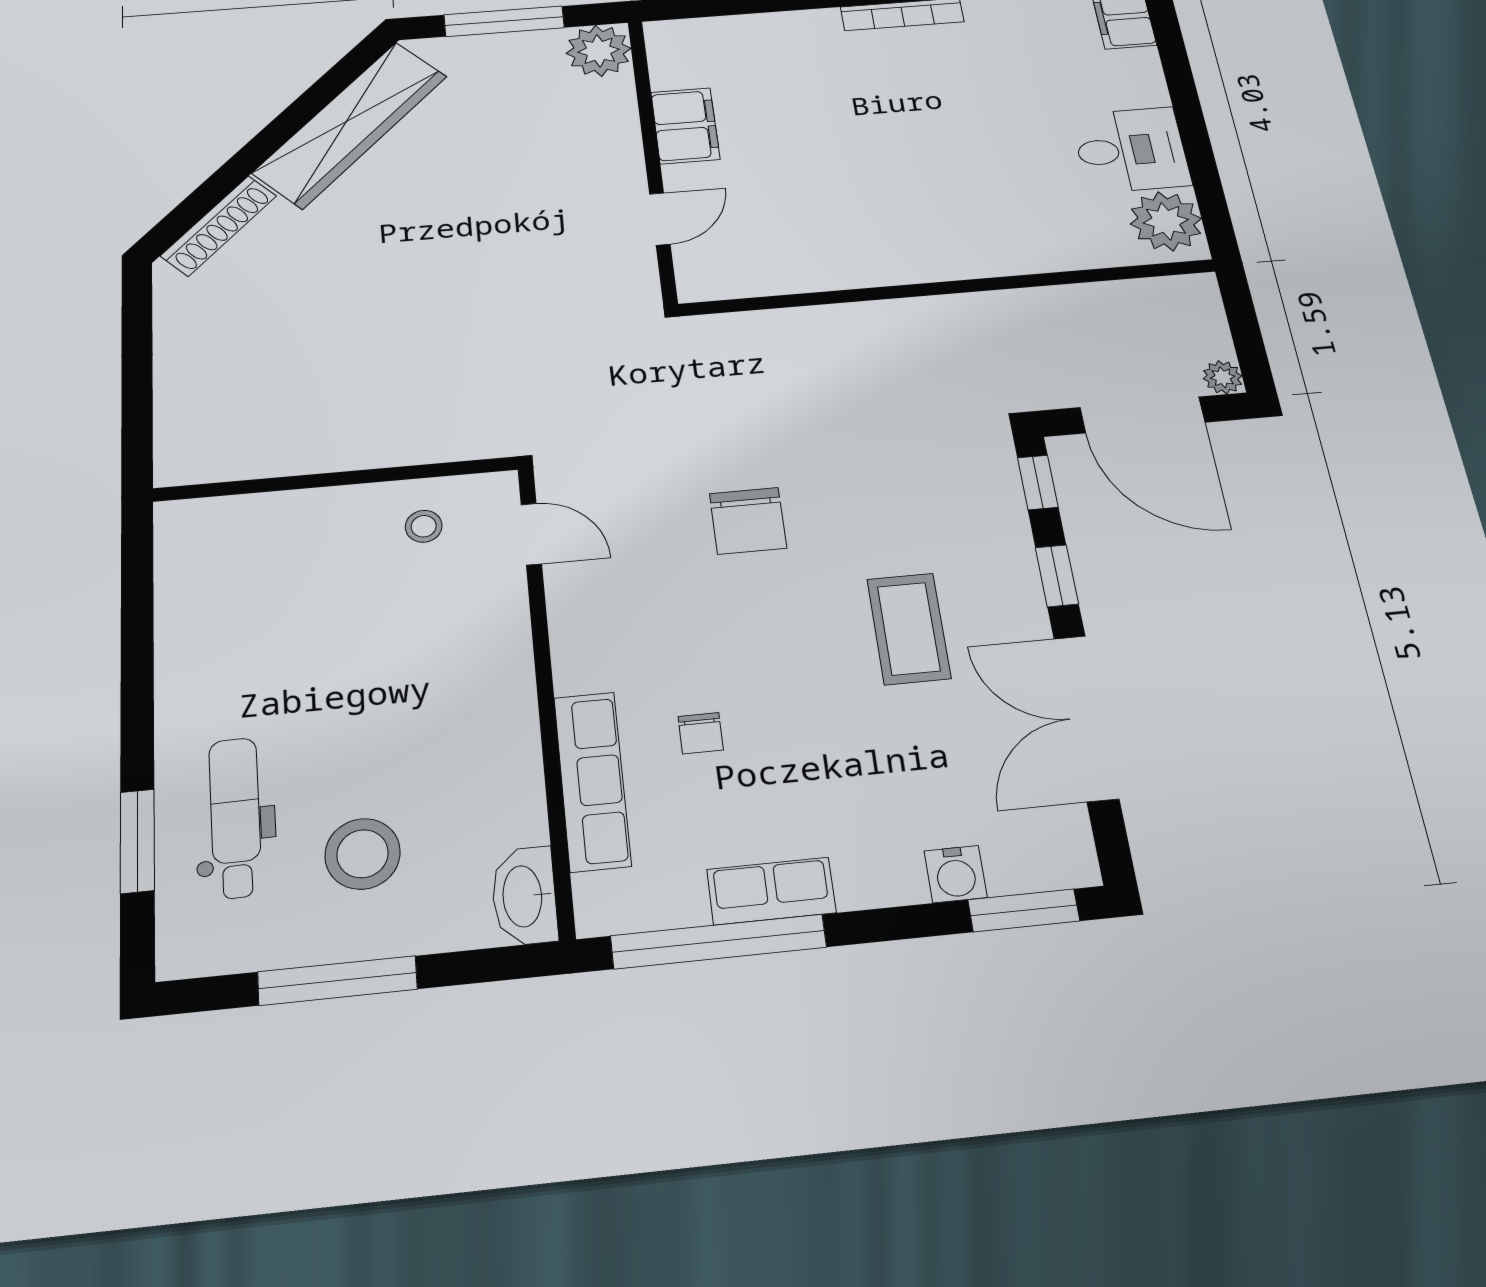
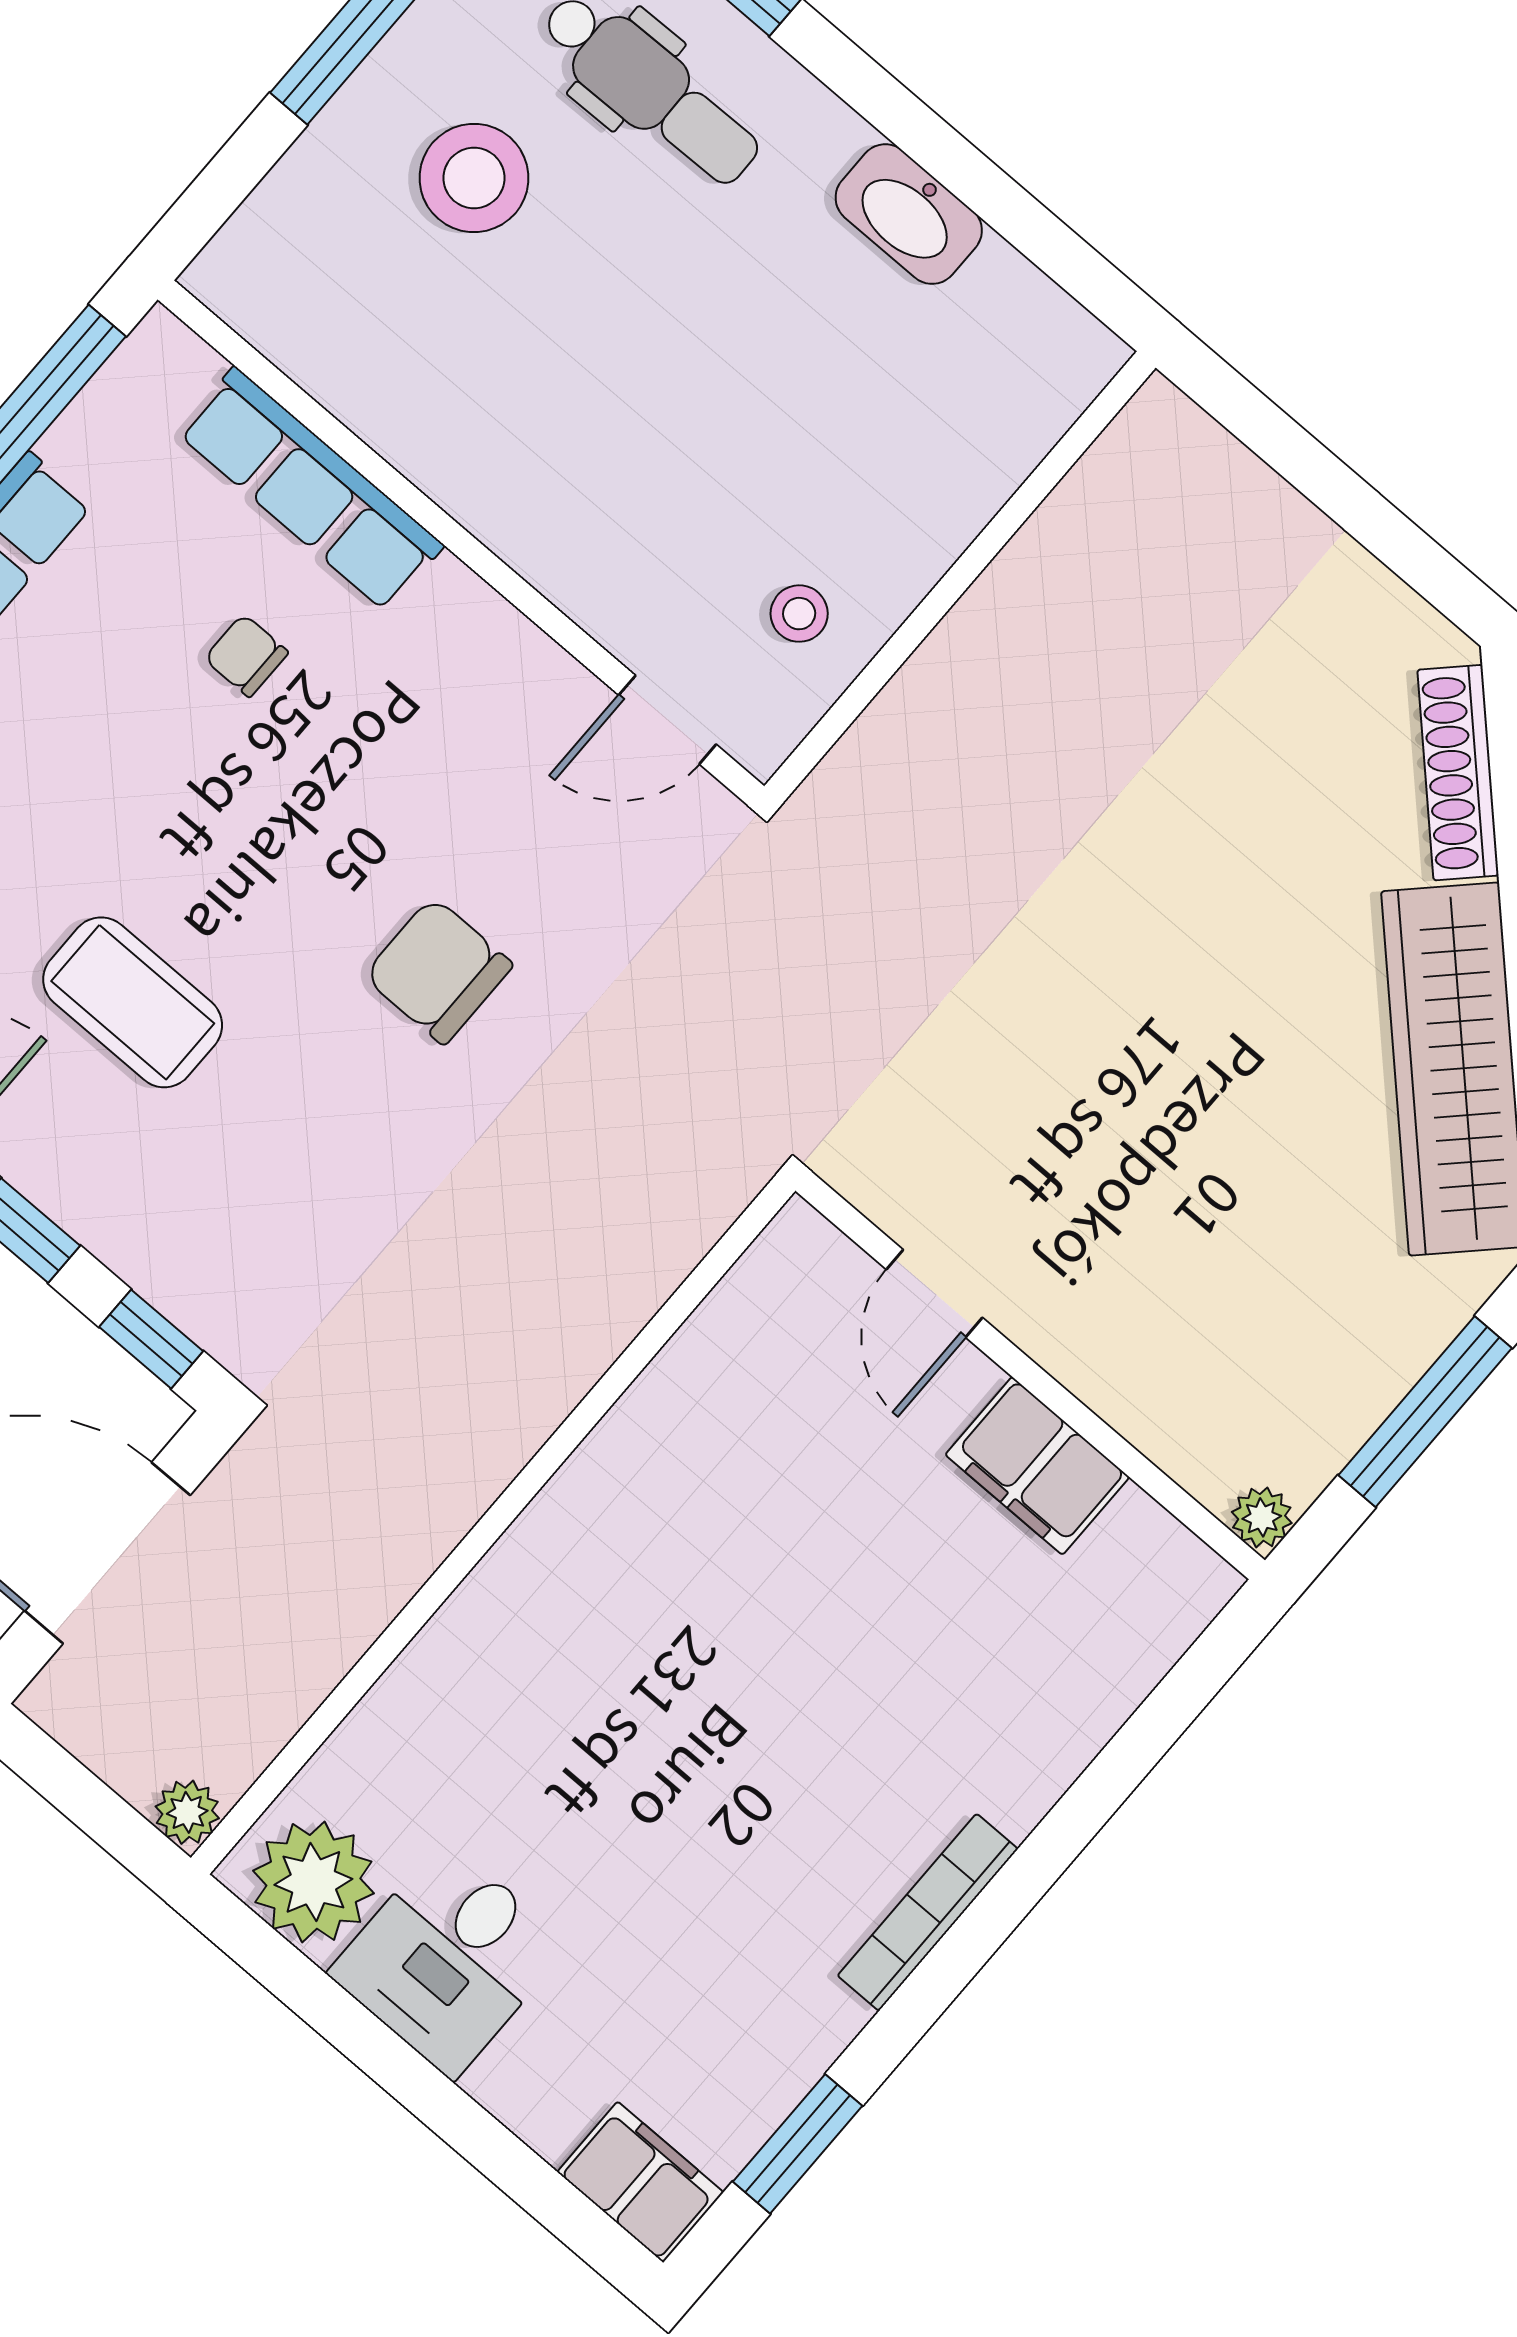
plant: (599, 51) -> (1262, 1517), width x0.53, depth x0.53
plant: (1223, 377) -> (187, 1812), moved
washbasin: (524, 896) -> (909, 214), moved, turned 180

